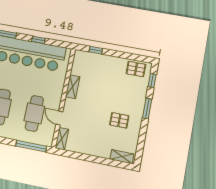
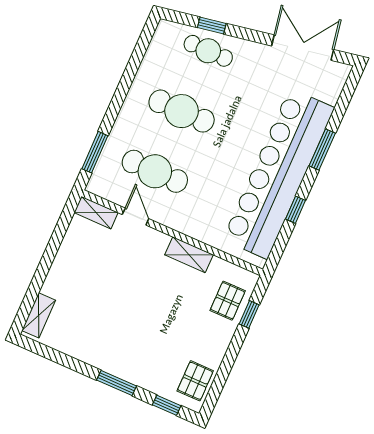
door: (59, 118) -> (136, 217), hinge flipped
pallet: (119, 120) -> (228, 301), moved
window: (31, 146) -> (95, 152), width x0.69

